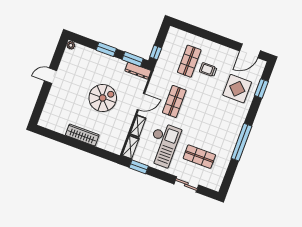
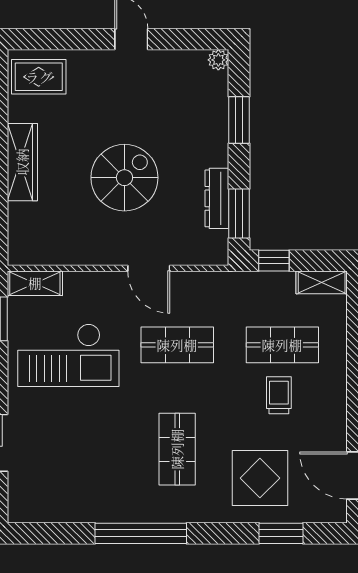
window: (106, 49) -> (239, 120), moved
dresser: (138, 71) -> (217, 198), moved
spiral stairs: (103, 98) -> (124, 178), turned -90
rug: (52, 117) -> (39, 77), added
shelving: (138, 126) -> (322, 282), moved
shop shelf: (199, 157) -> (177, 449), moved

